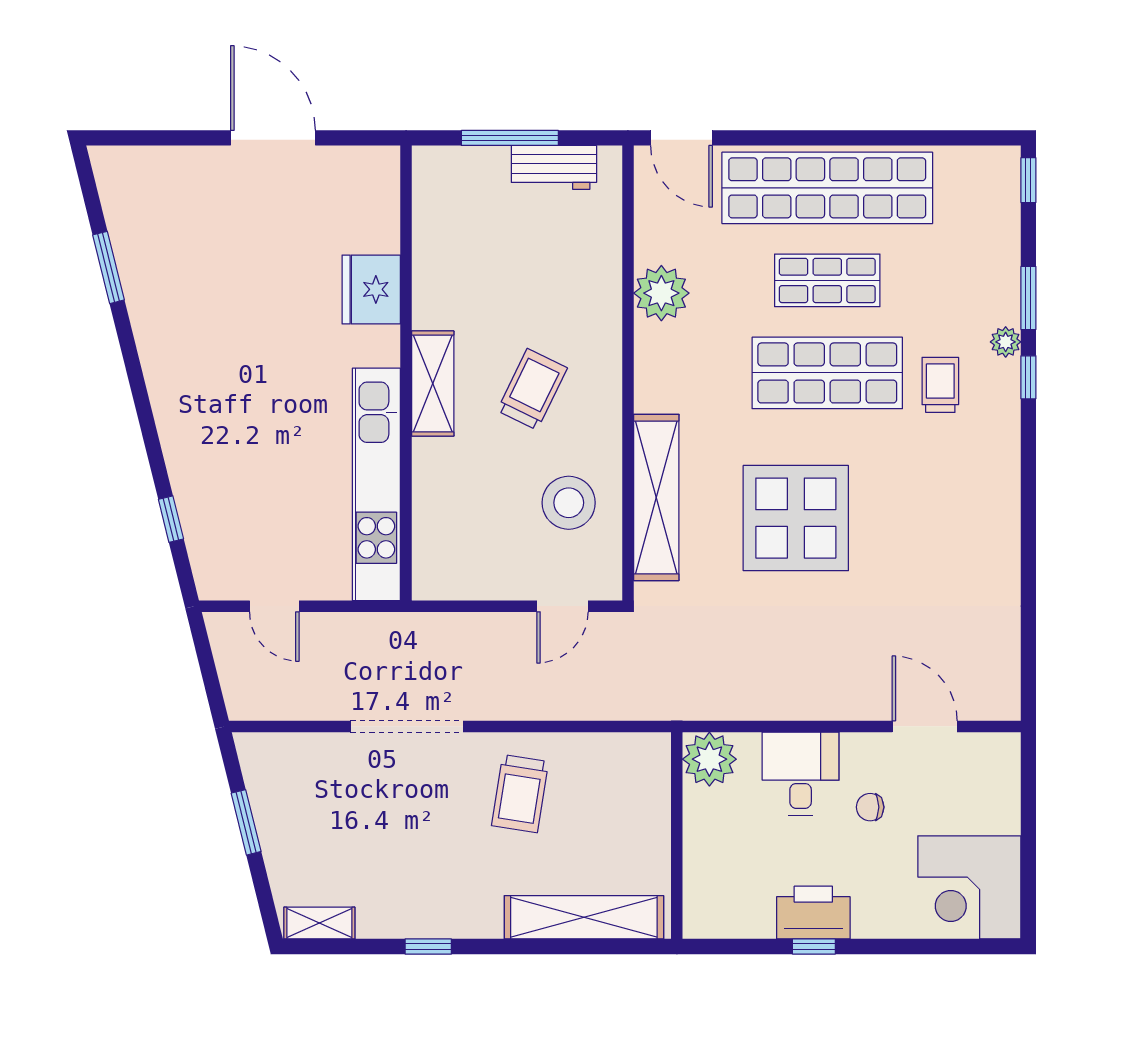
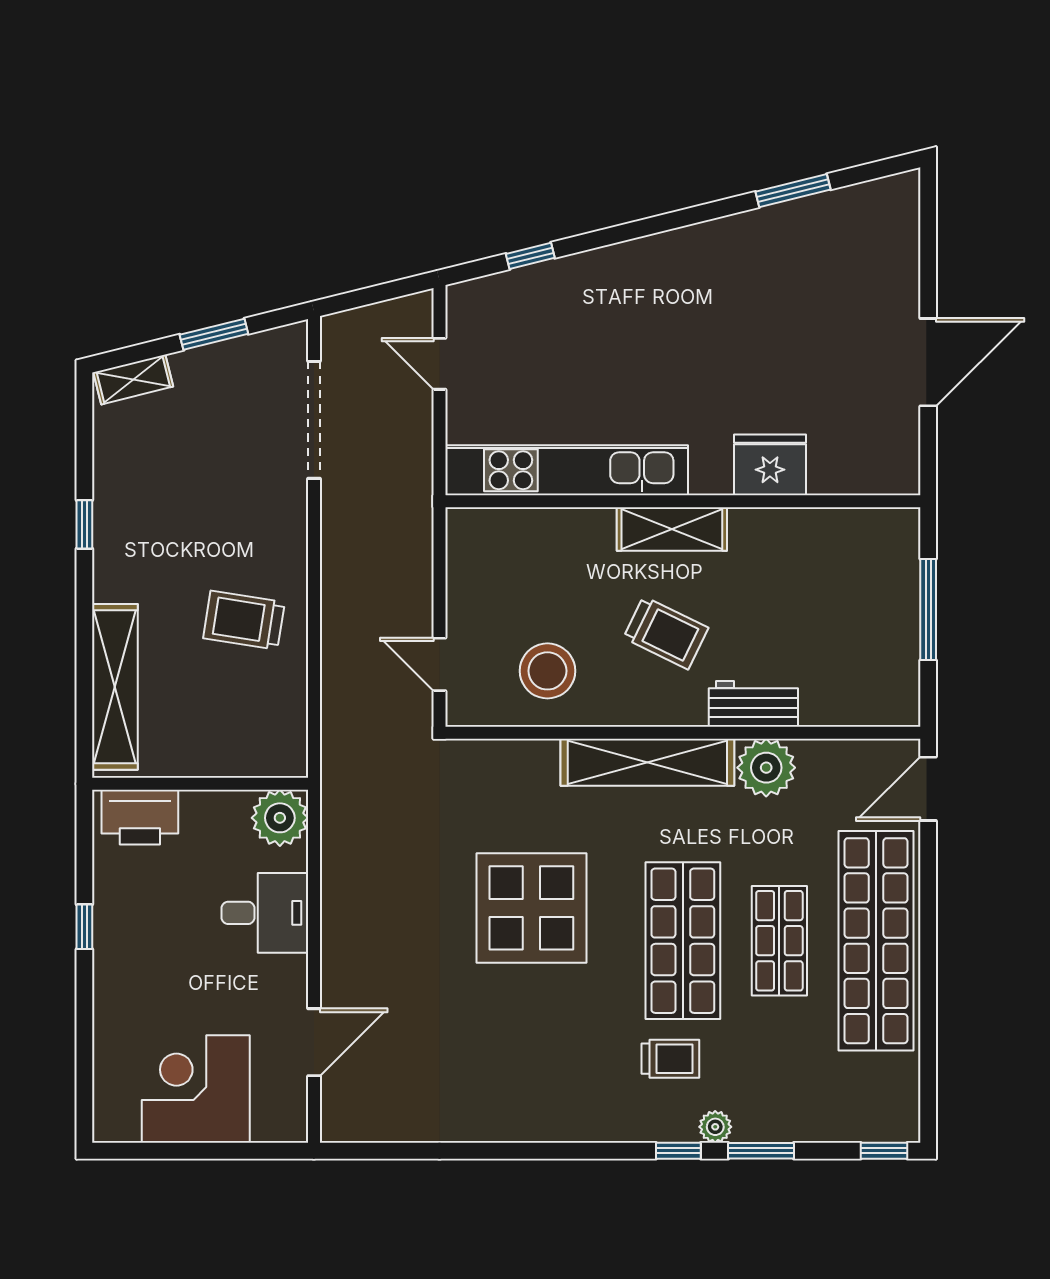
workbench: (554, 167) -> (753, 704), moved, turned 90
shelving: (656, 497) -> (647, 762), moved
door: (274, 606) -> (440, 364), hinge flipped
doorway: (407, 726) -> (314, 420), moved
chair: (870, 807) -> (230, 985), removed
corner desk: (969, 887) -> (196, 1089), moved
printer: (813, 913) -> (140, 817), moved, turned 90
shelving: (319, 923) -> (133, 379), moved, turned 76

